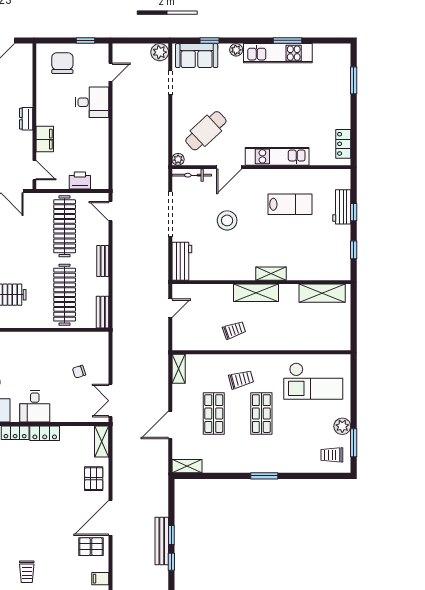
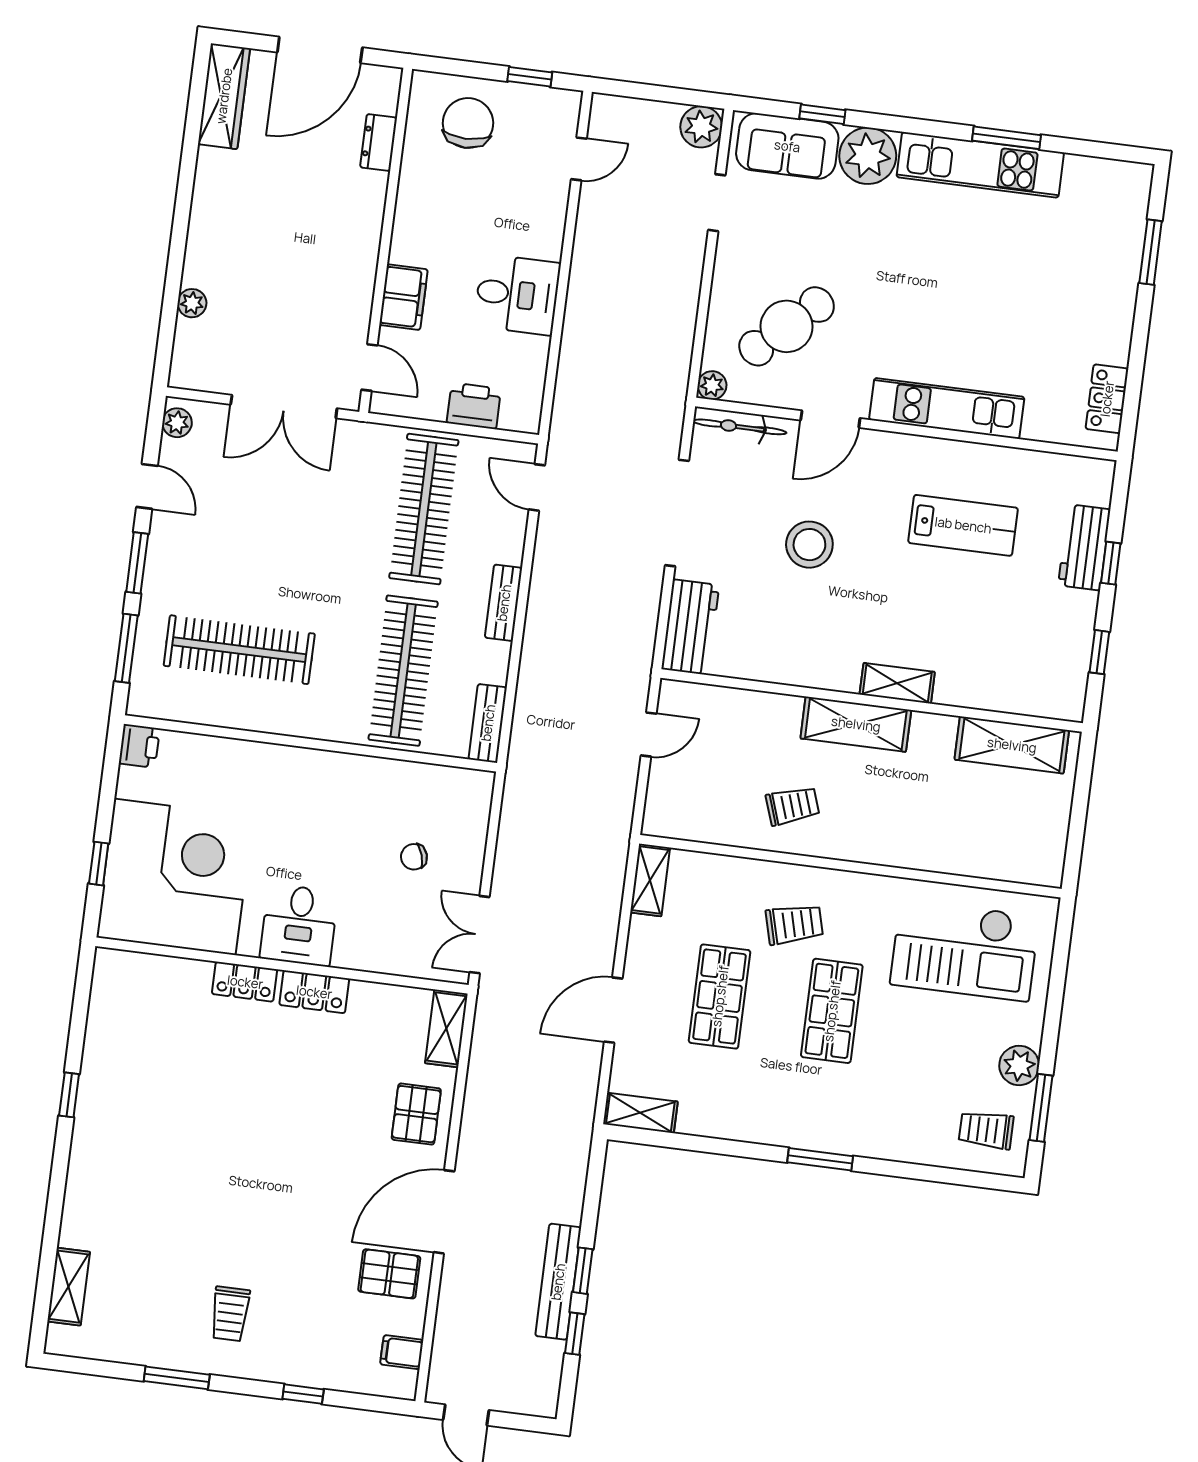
plant: (236, 50) -> (868, 156), width x1.88, depth x1.88
desk: (92, 102) -> (517, 295), moved
dresser: (26, 119) -> (379, 142), moved

